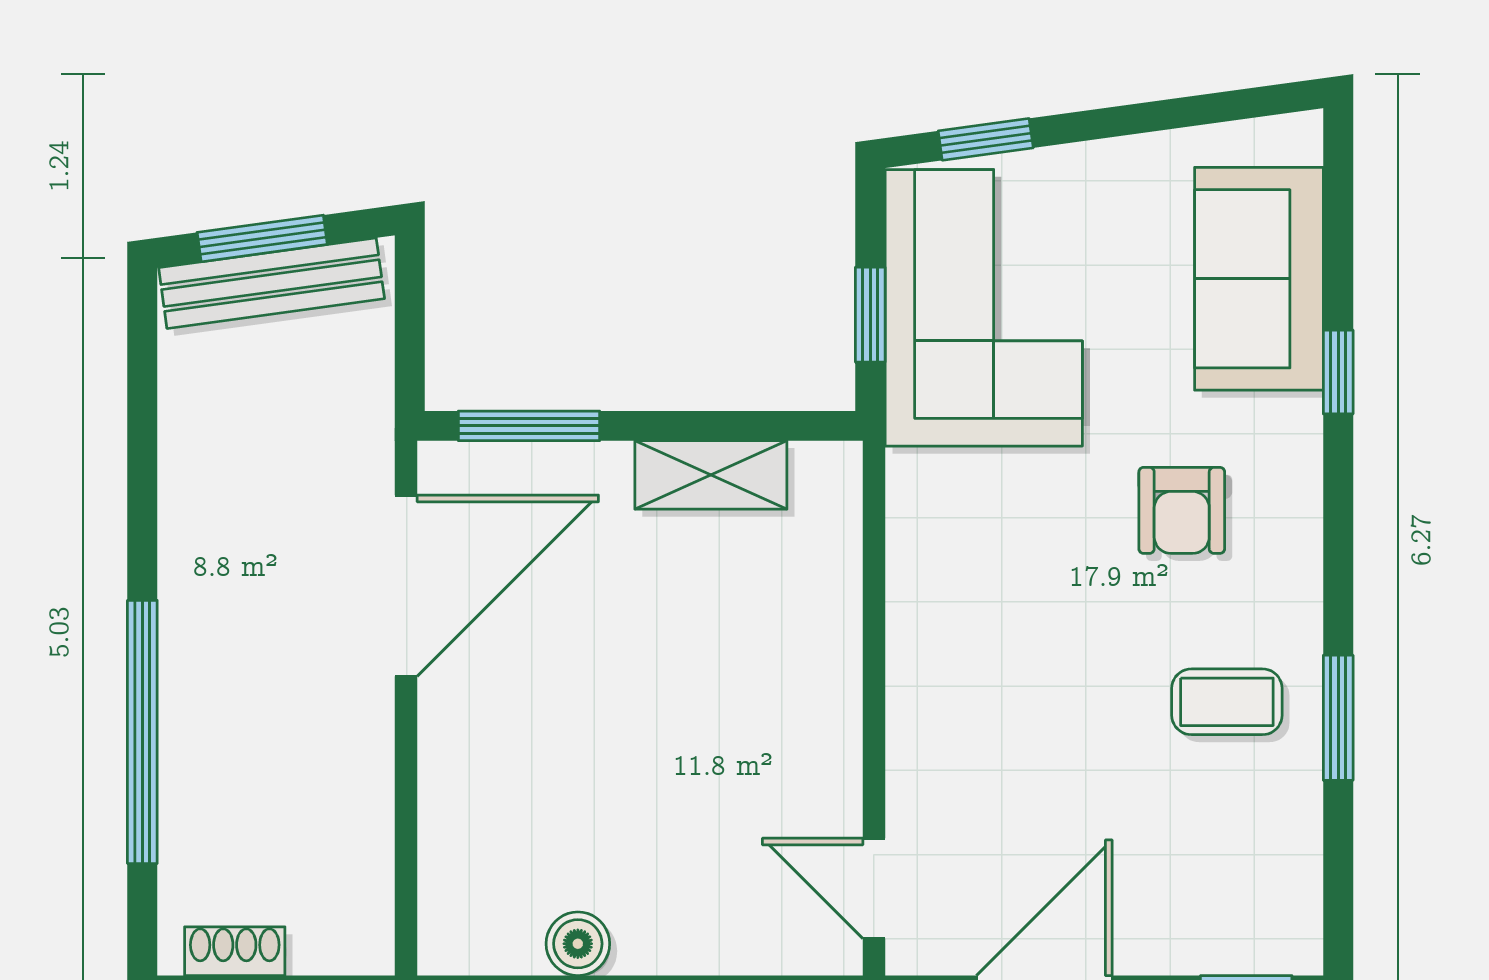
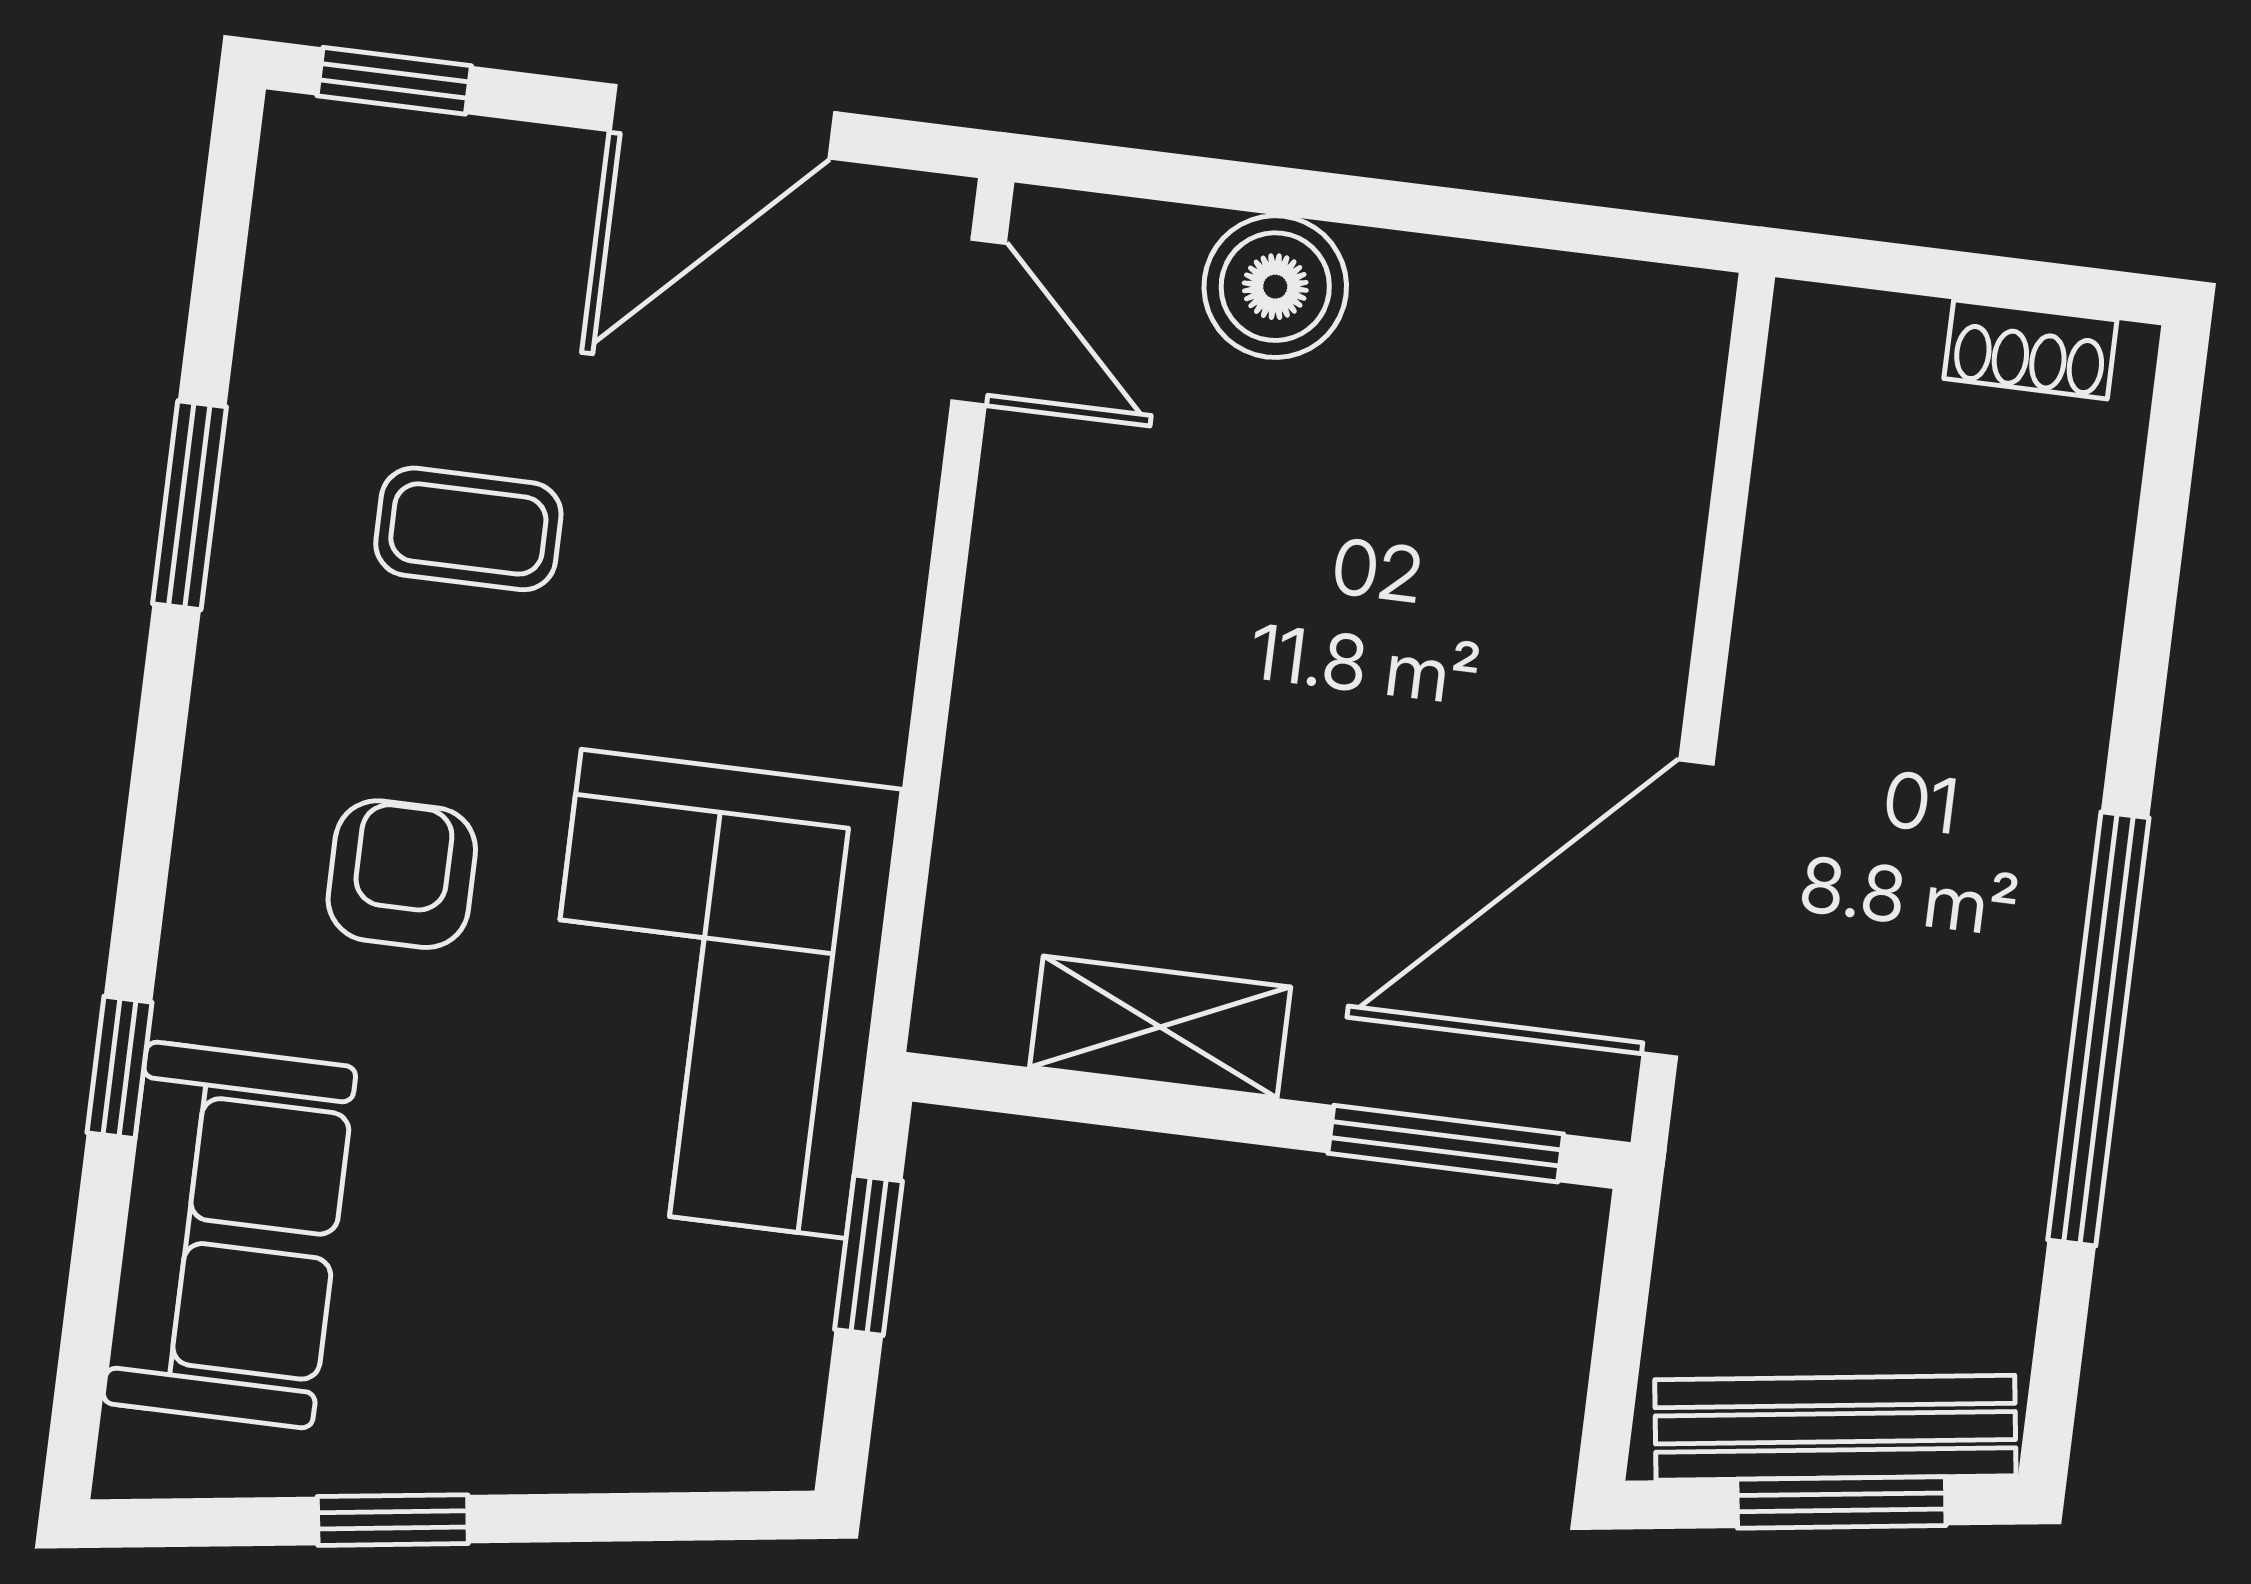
window: (986, 139) -> (393, 1520), moved
corner sofa: (984, 308) -> (714, 994), moved
coffee table: (1227, 702) -> (468, 529), moved
window: (142, 732) -> (2098, 1029), moved
boiler: (578, 944) -> (1275, 287), moved, width x1.36, depth x1.36

